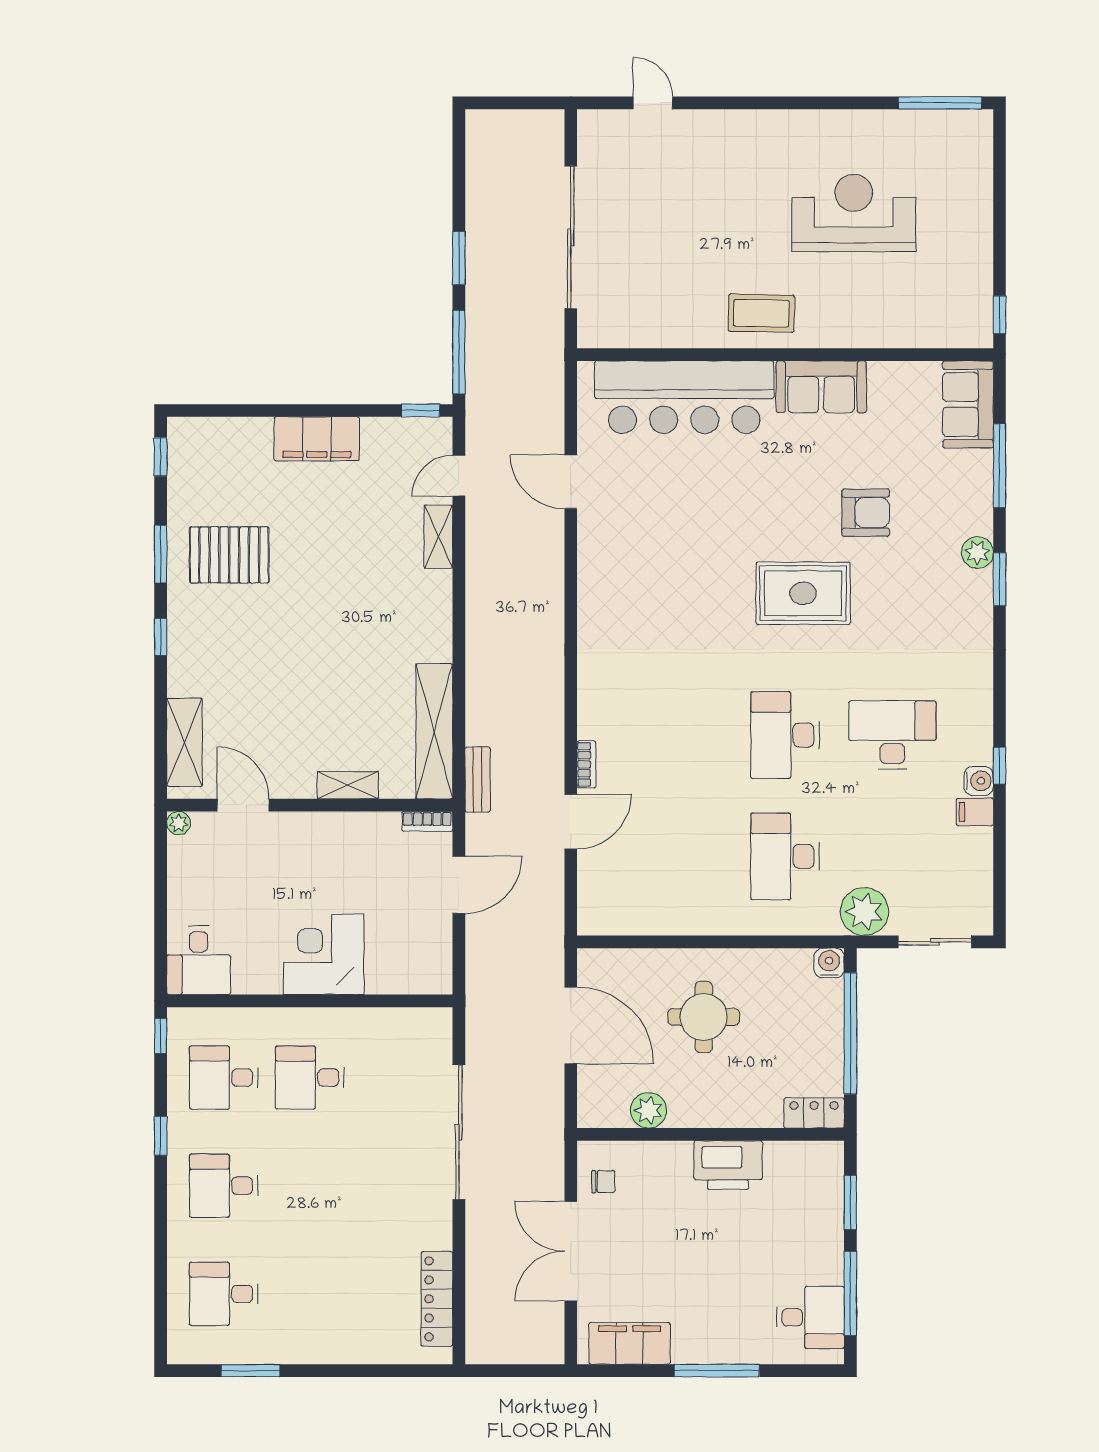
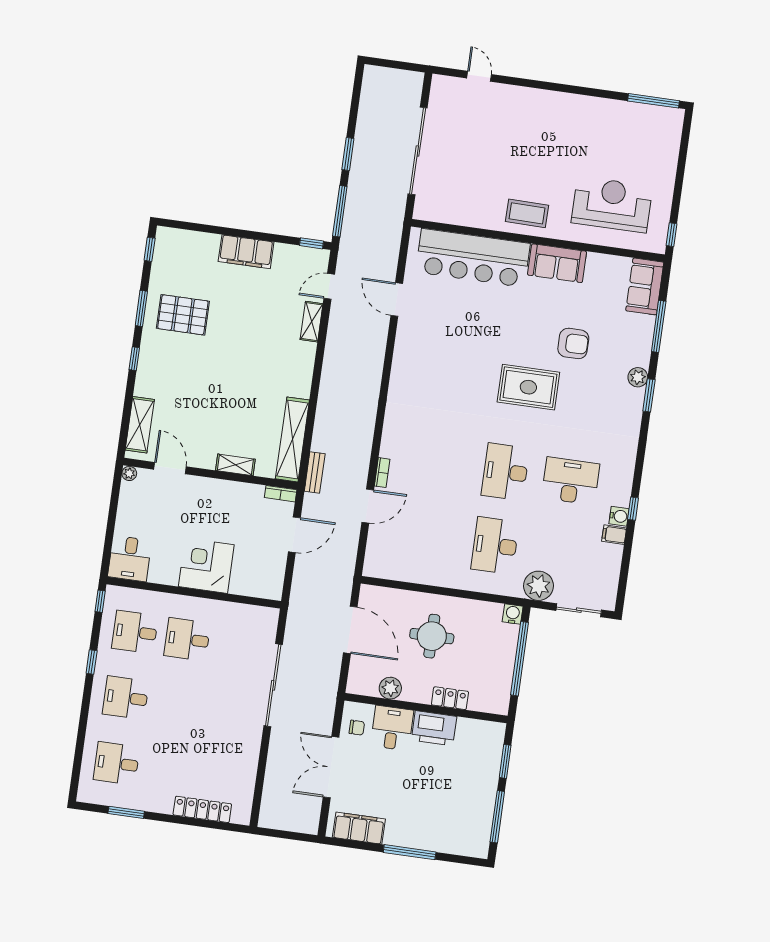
reception desk: (854, 213) -> (612, 204), moved
locker: (814, 1113) -> (450, 698), moved
locker: (437, 1299) -> (202, 809), moved, turned 90
desk: (810, 1317) -> (392, 728), moved, turned -90

